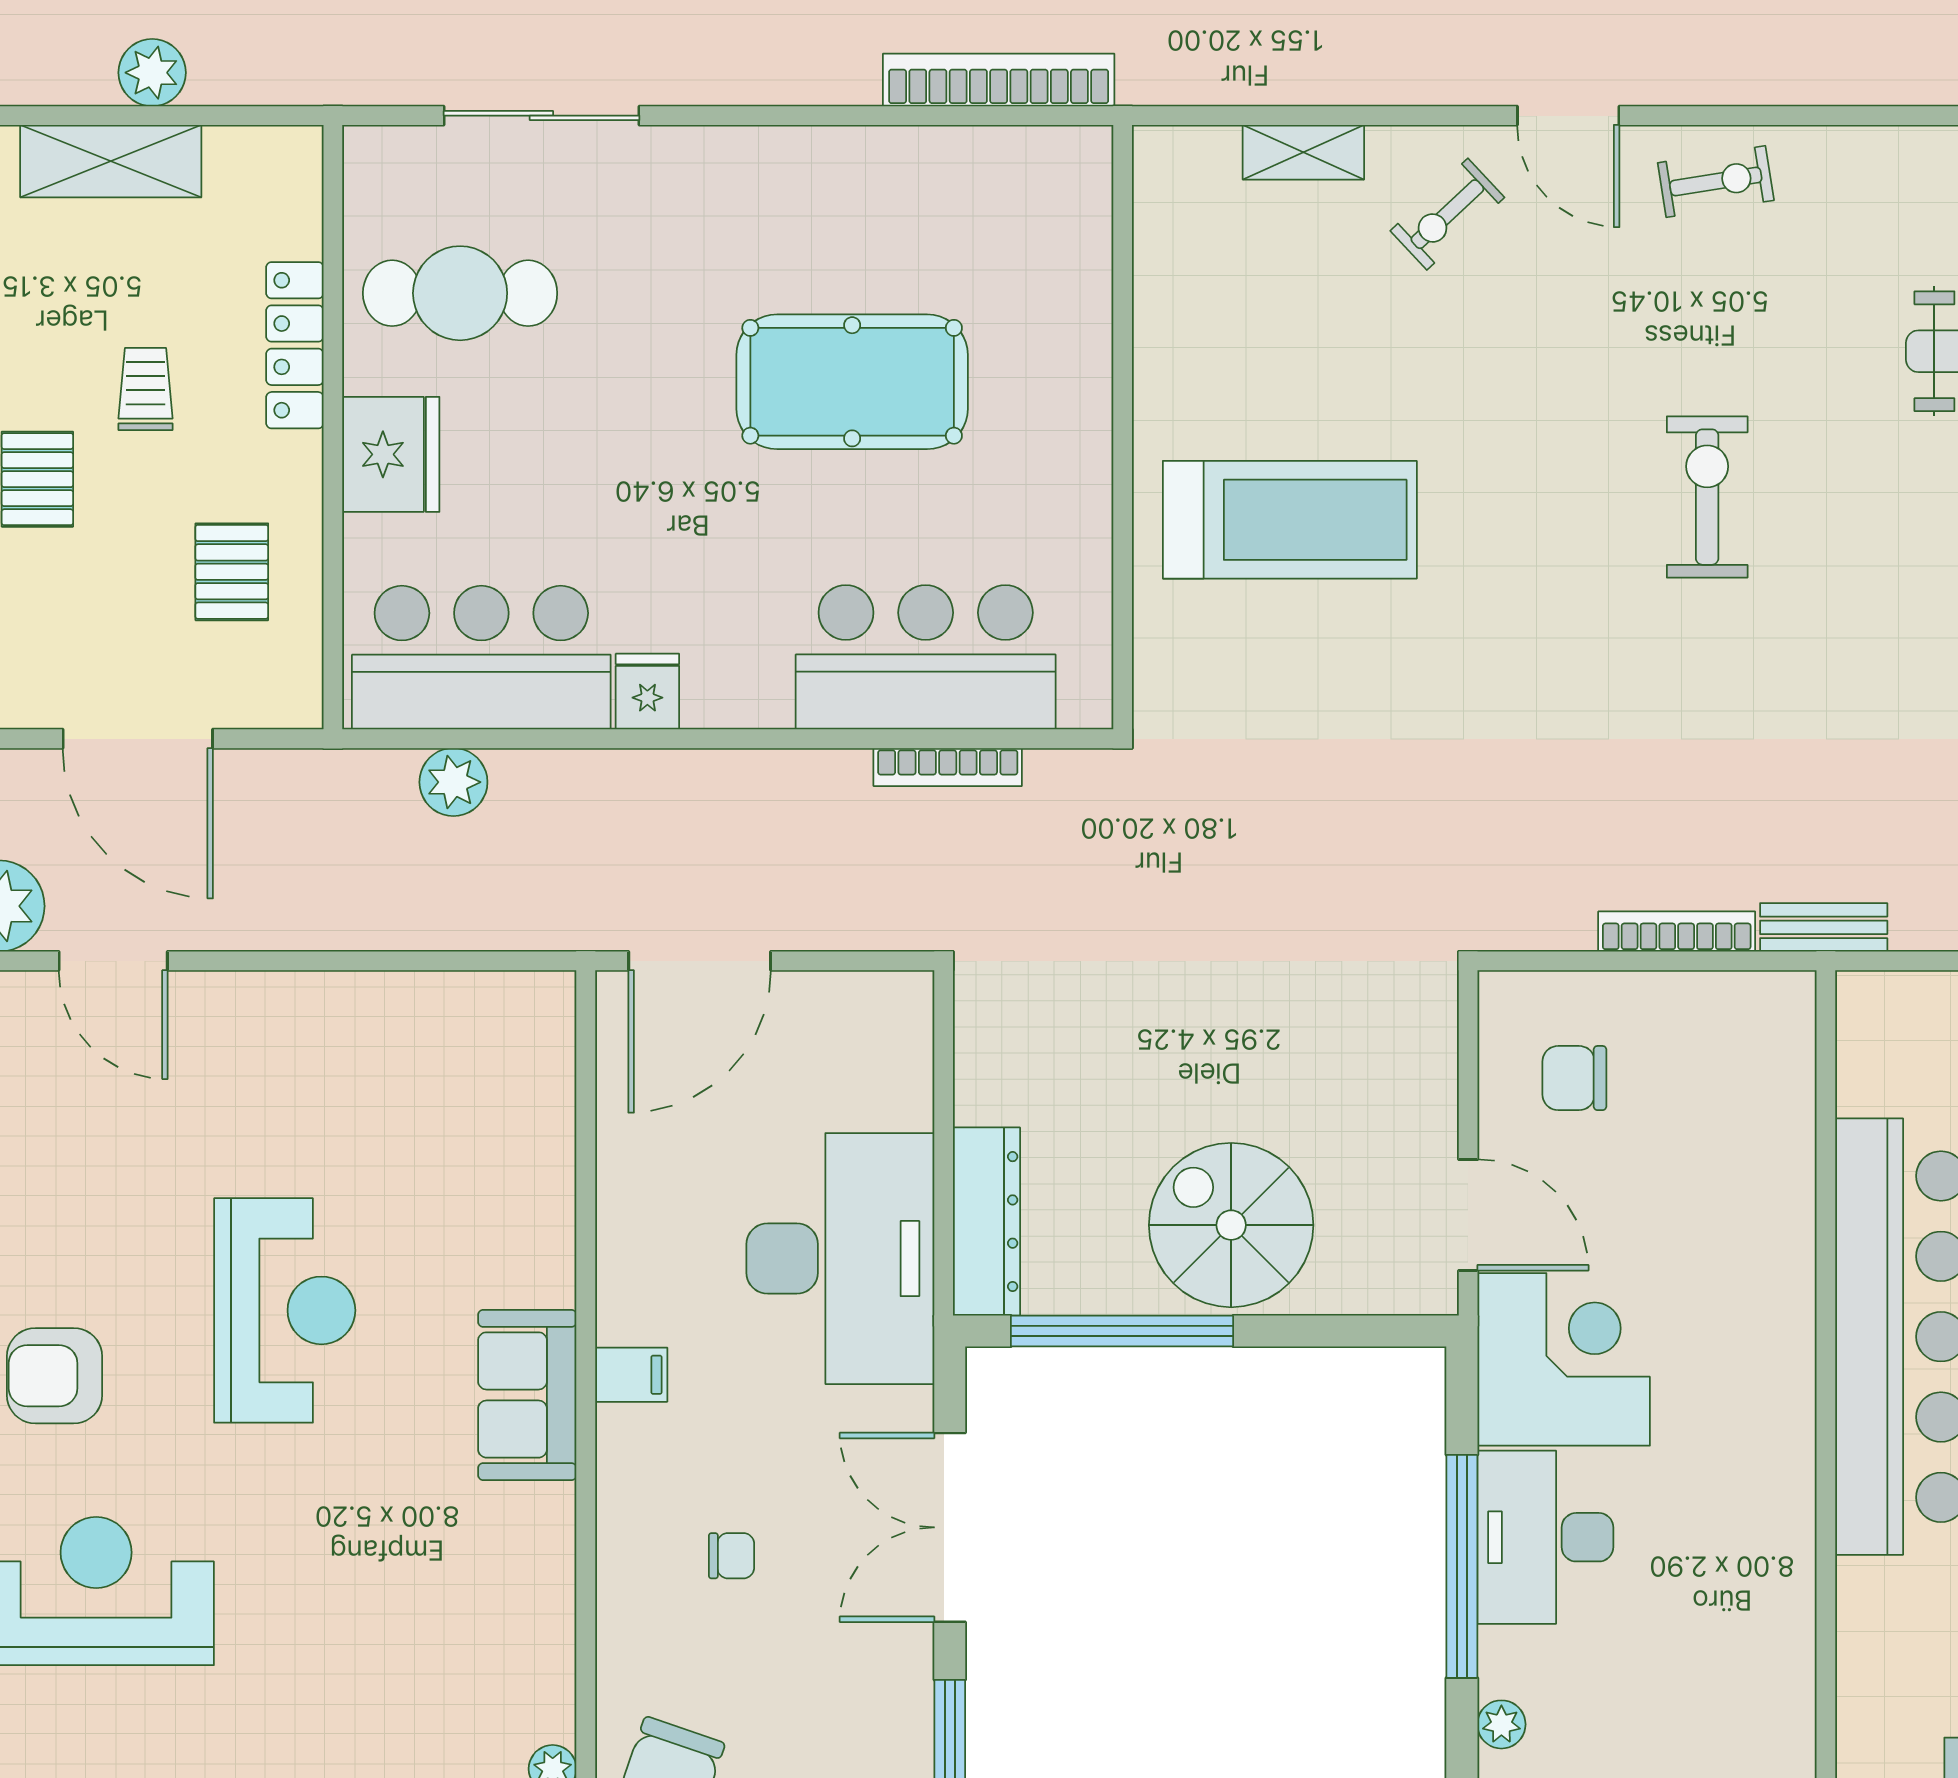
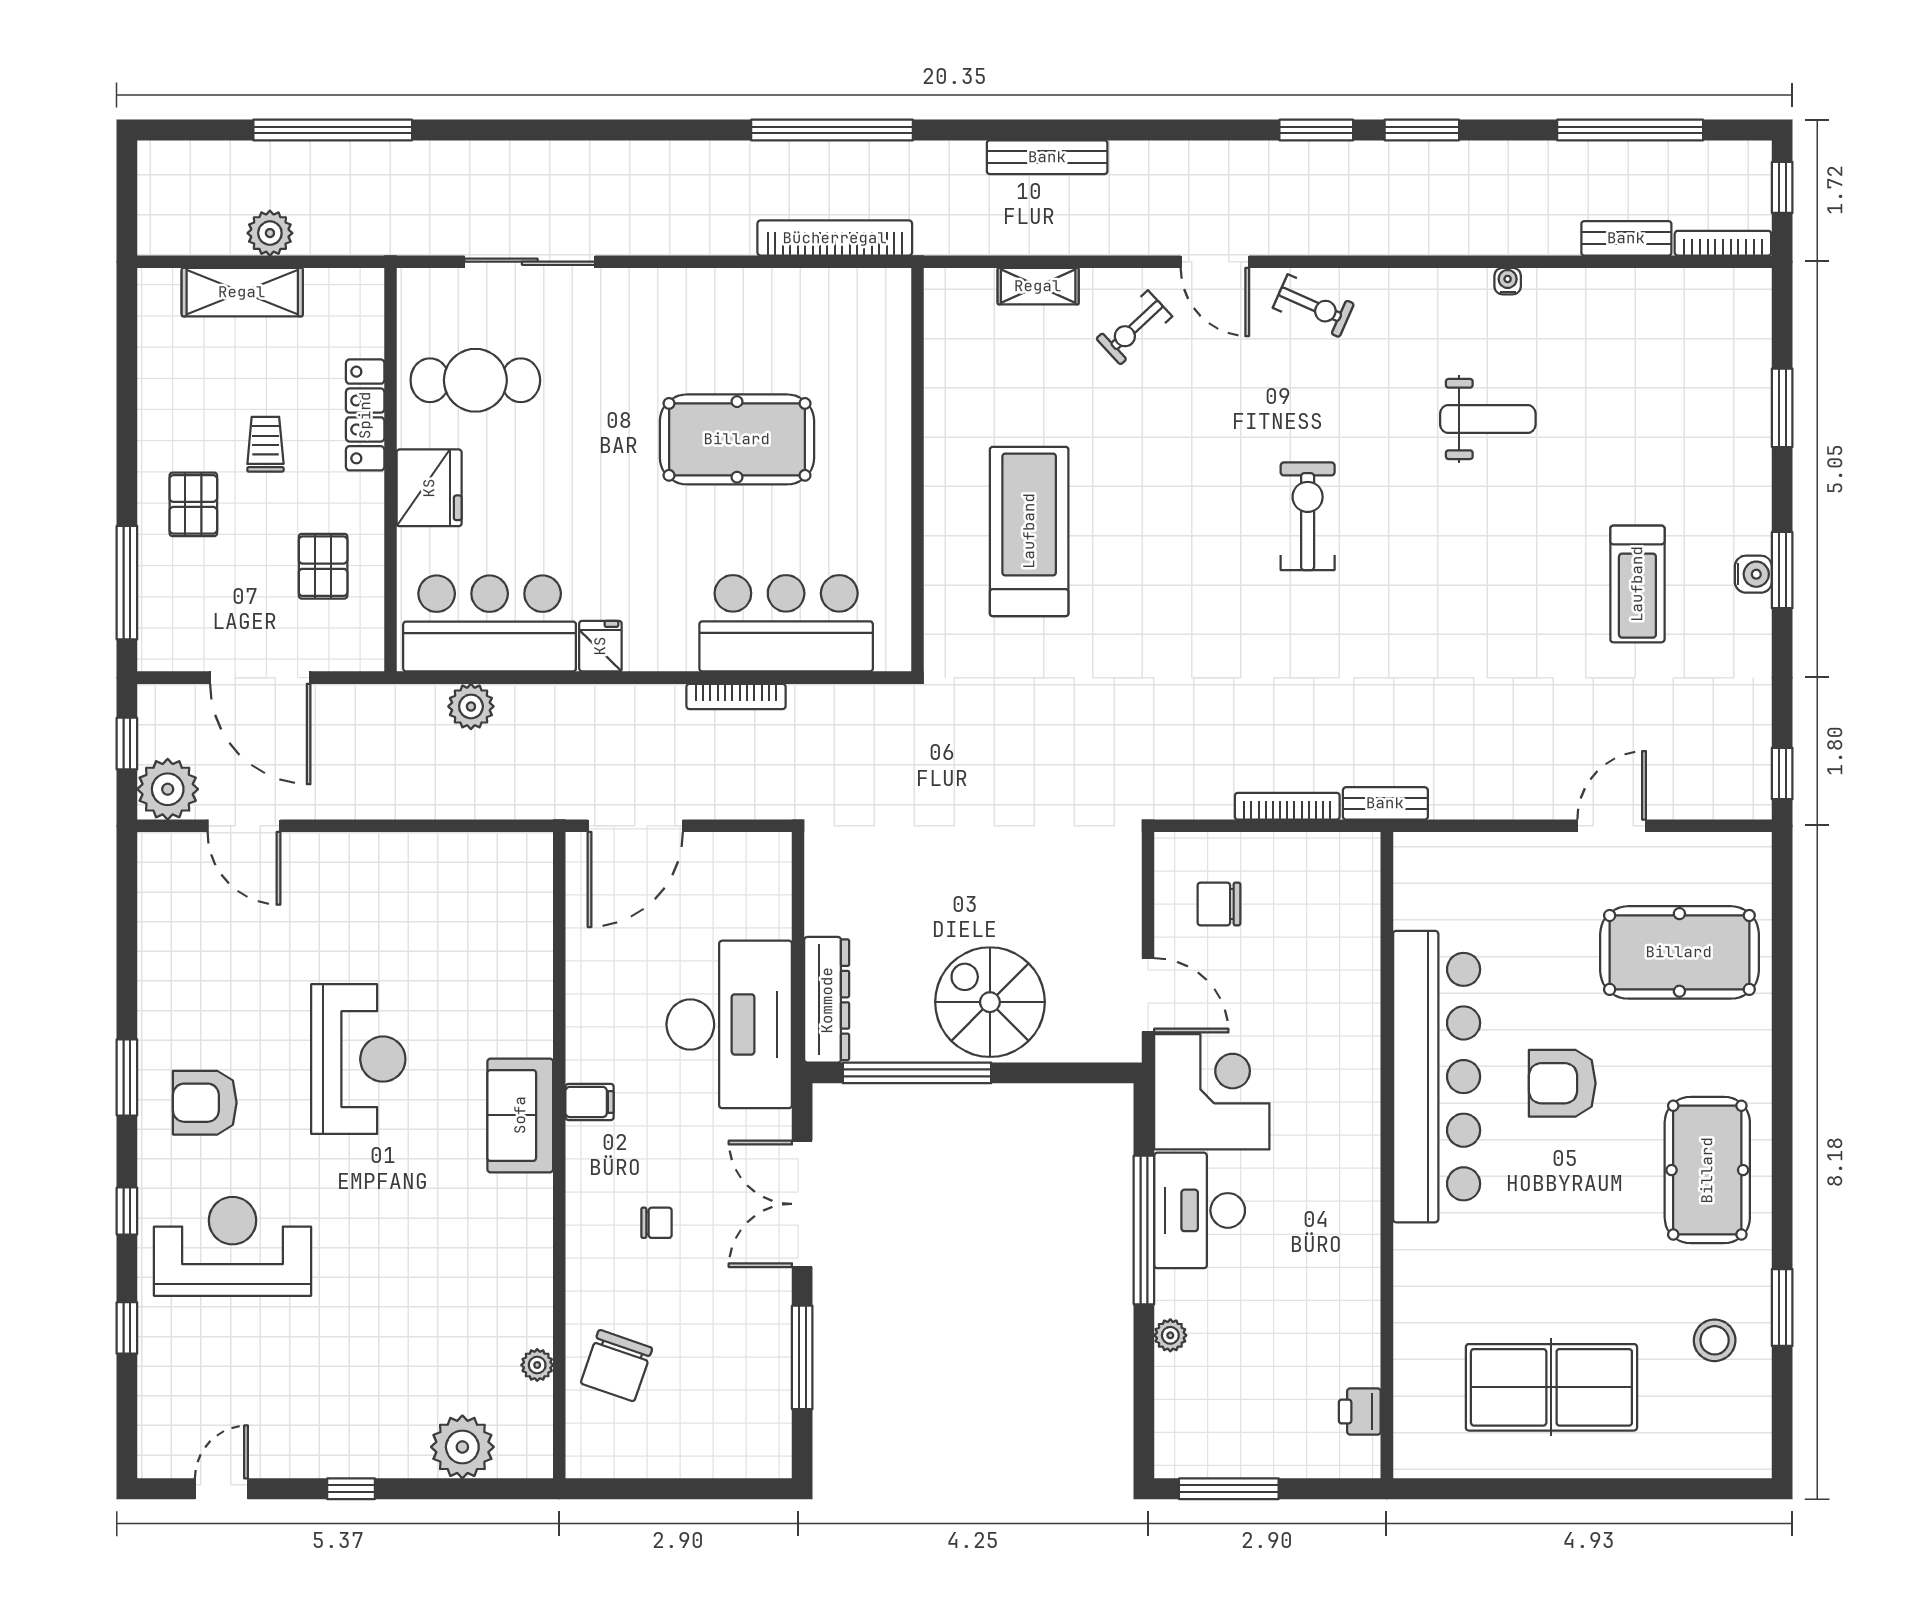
exercise bike: (1716, 182) -> (1313, 306), turned 33
treadmill: (1290, 520) -> (1029, 531), turned -90
bookcase: (948, 767) -> (736, 696), moved

